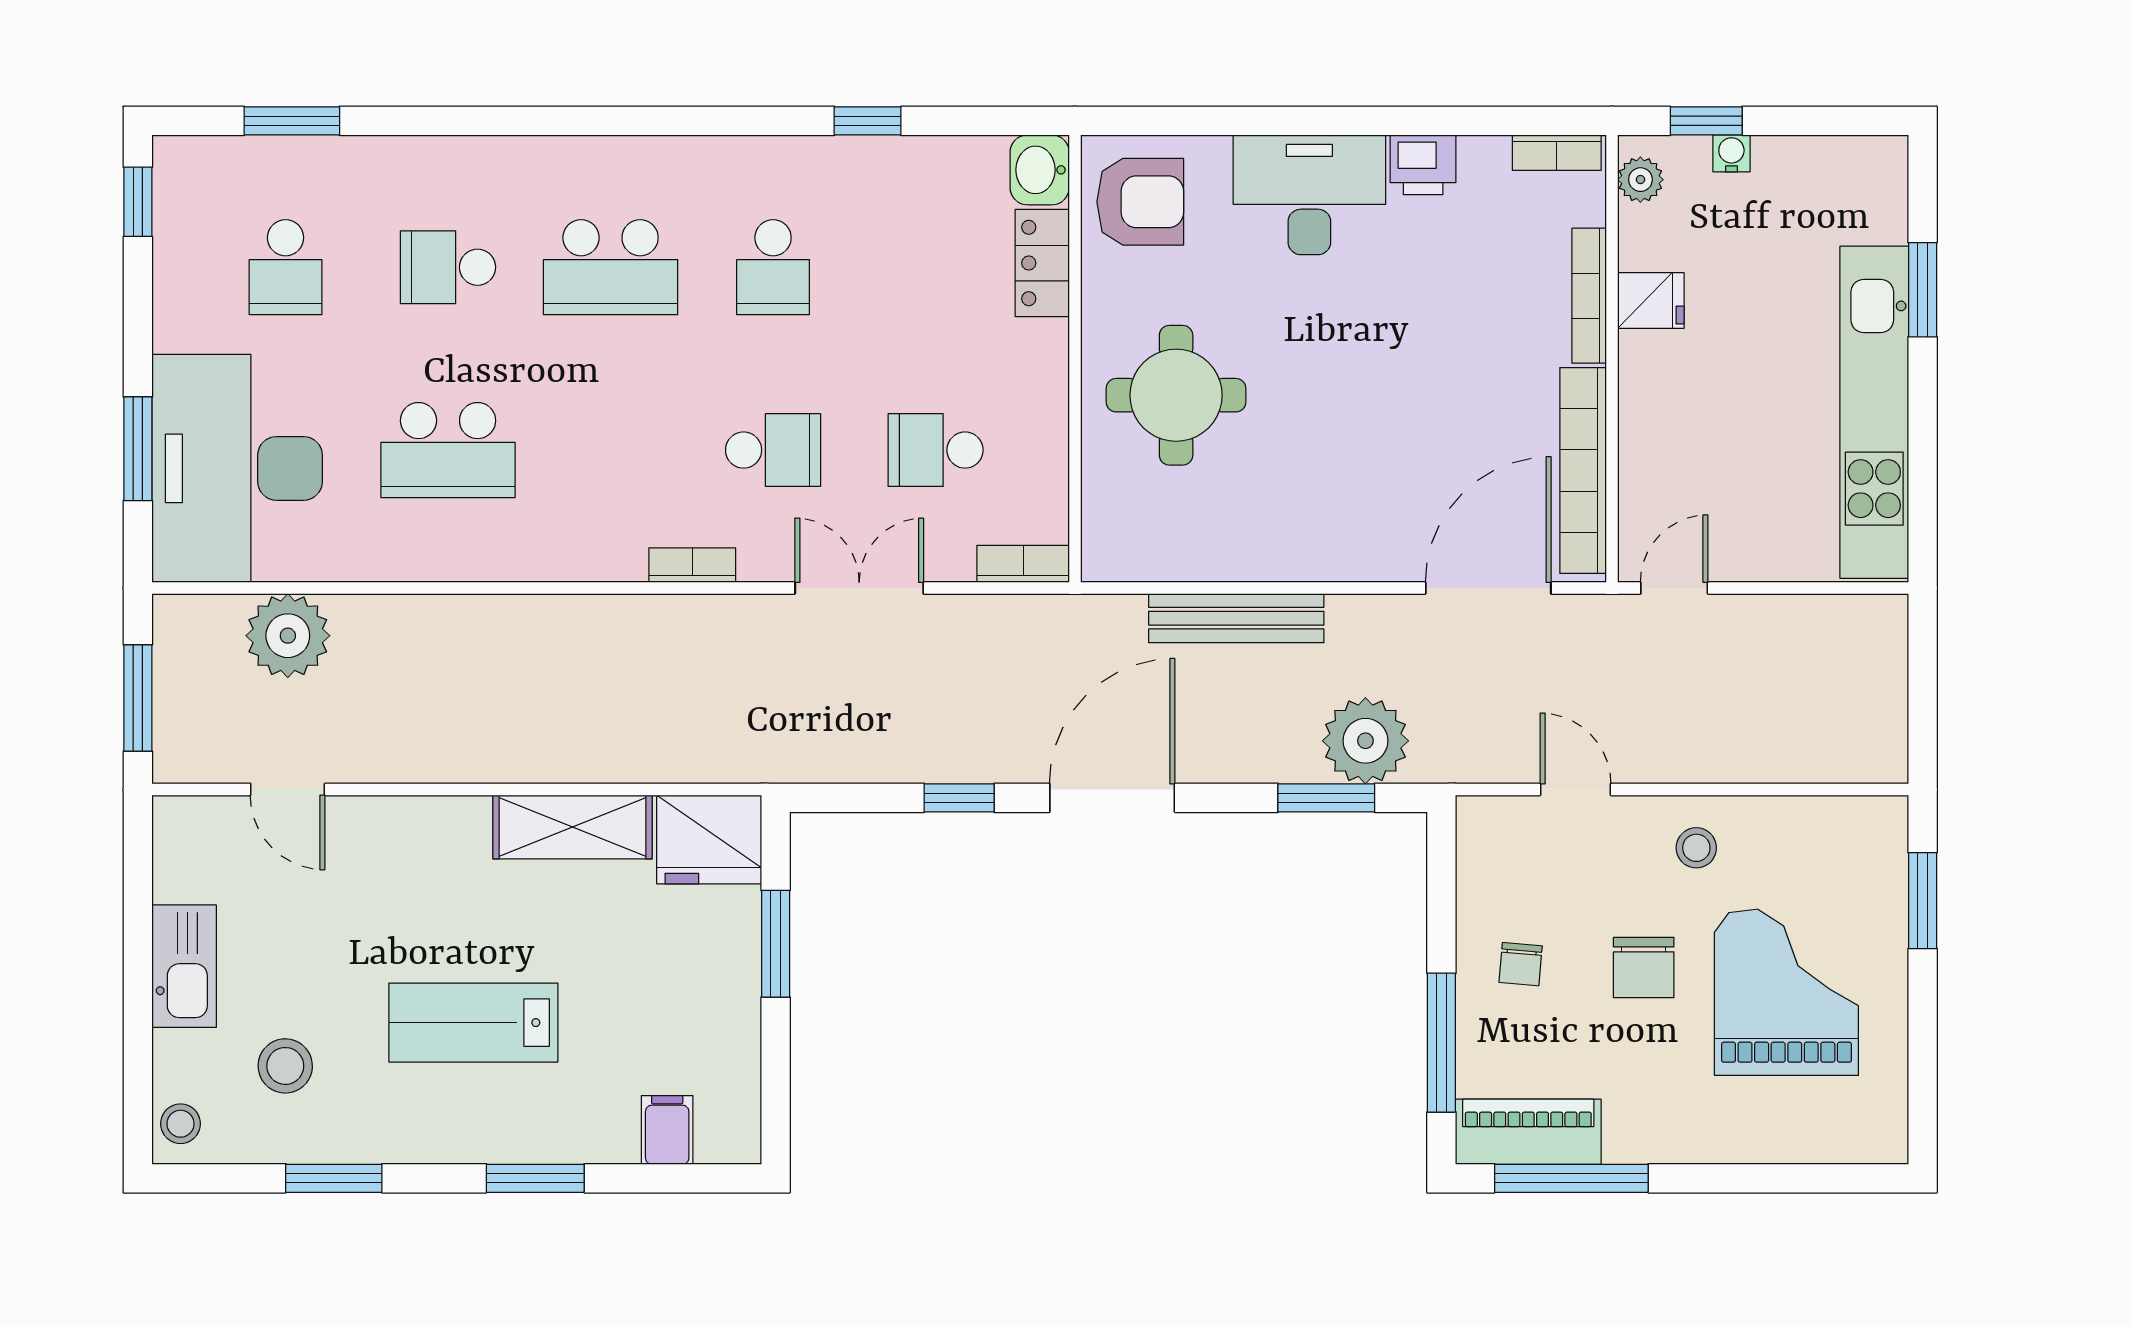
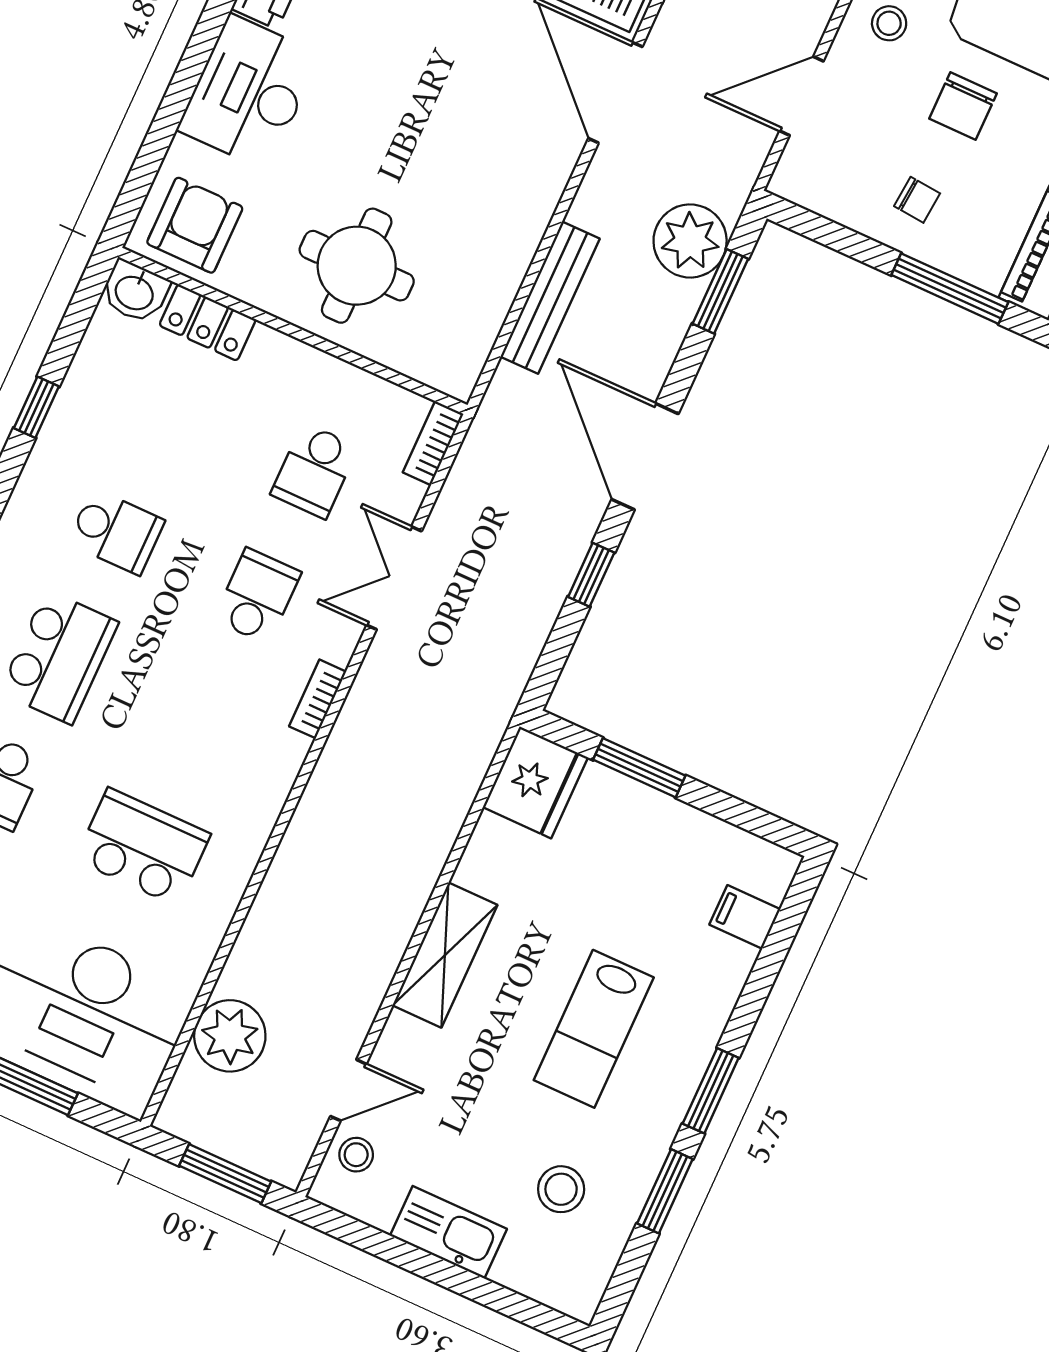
school desk: (448, 450) -> (143, 847), turned -90
door: (1576, 789) -> (802, 96), width x1.37
shelving: (573, 827) -> (445, 955), moved
chair: (1644, 968) -> (963, 106), turned 90
stool: (181, 1124) -> (356, 1155), moved
window: (535, 1178) -> (711, 1091), moved

